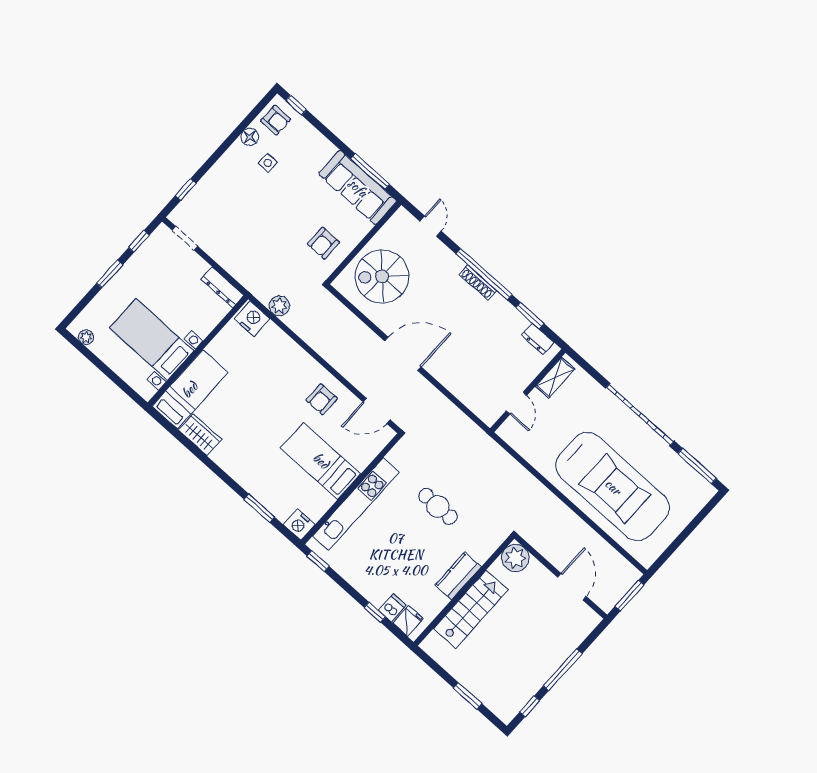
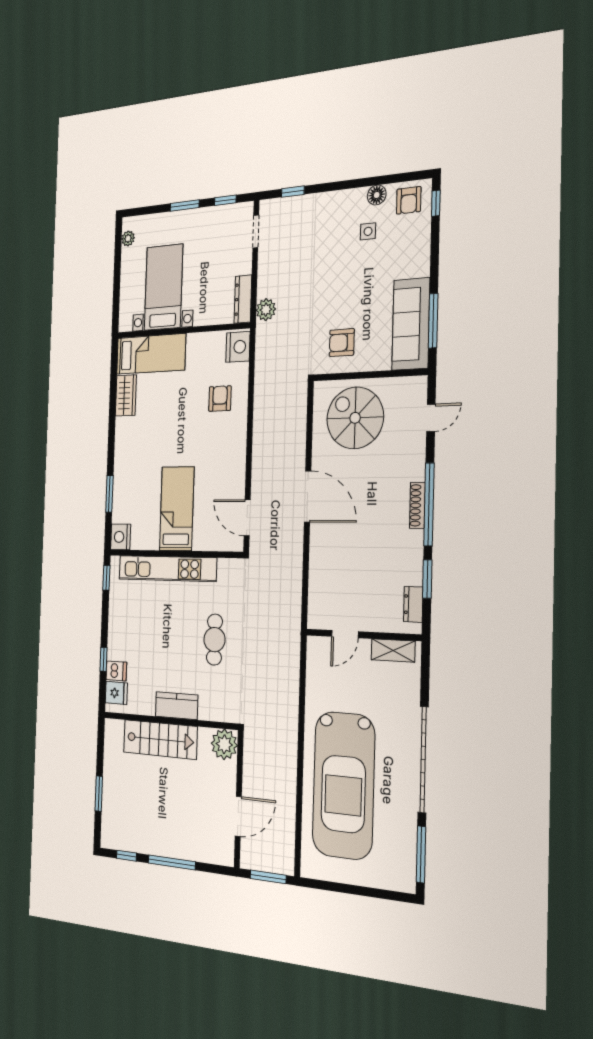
plant: (279, 306) -> (266, 310), moved
armchair: (322, 399) -> (220, 399), moved, turned 90

